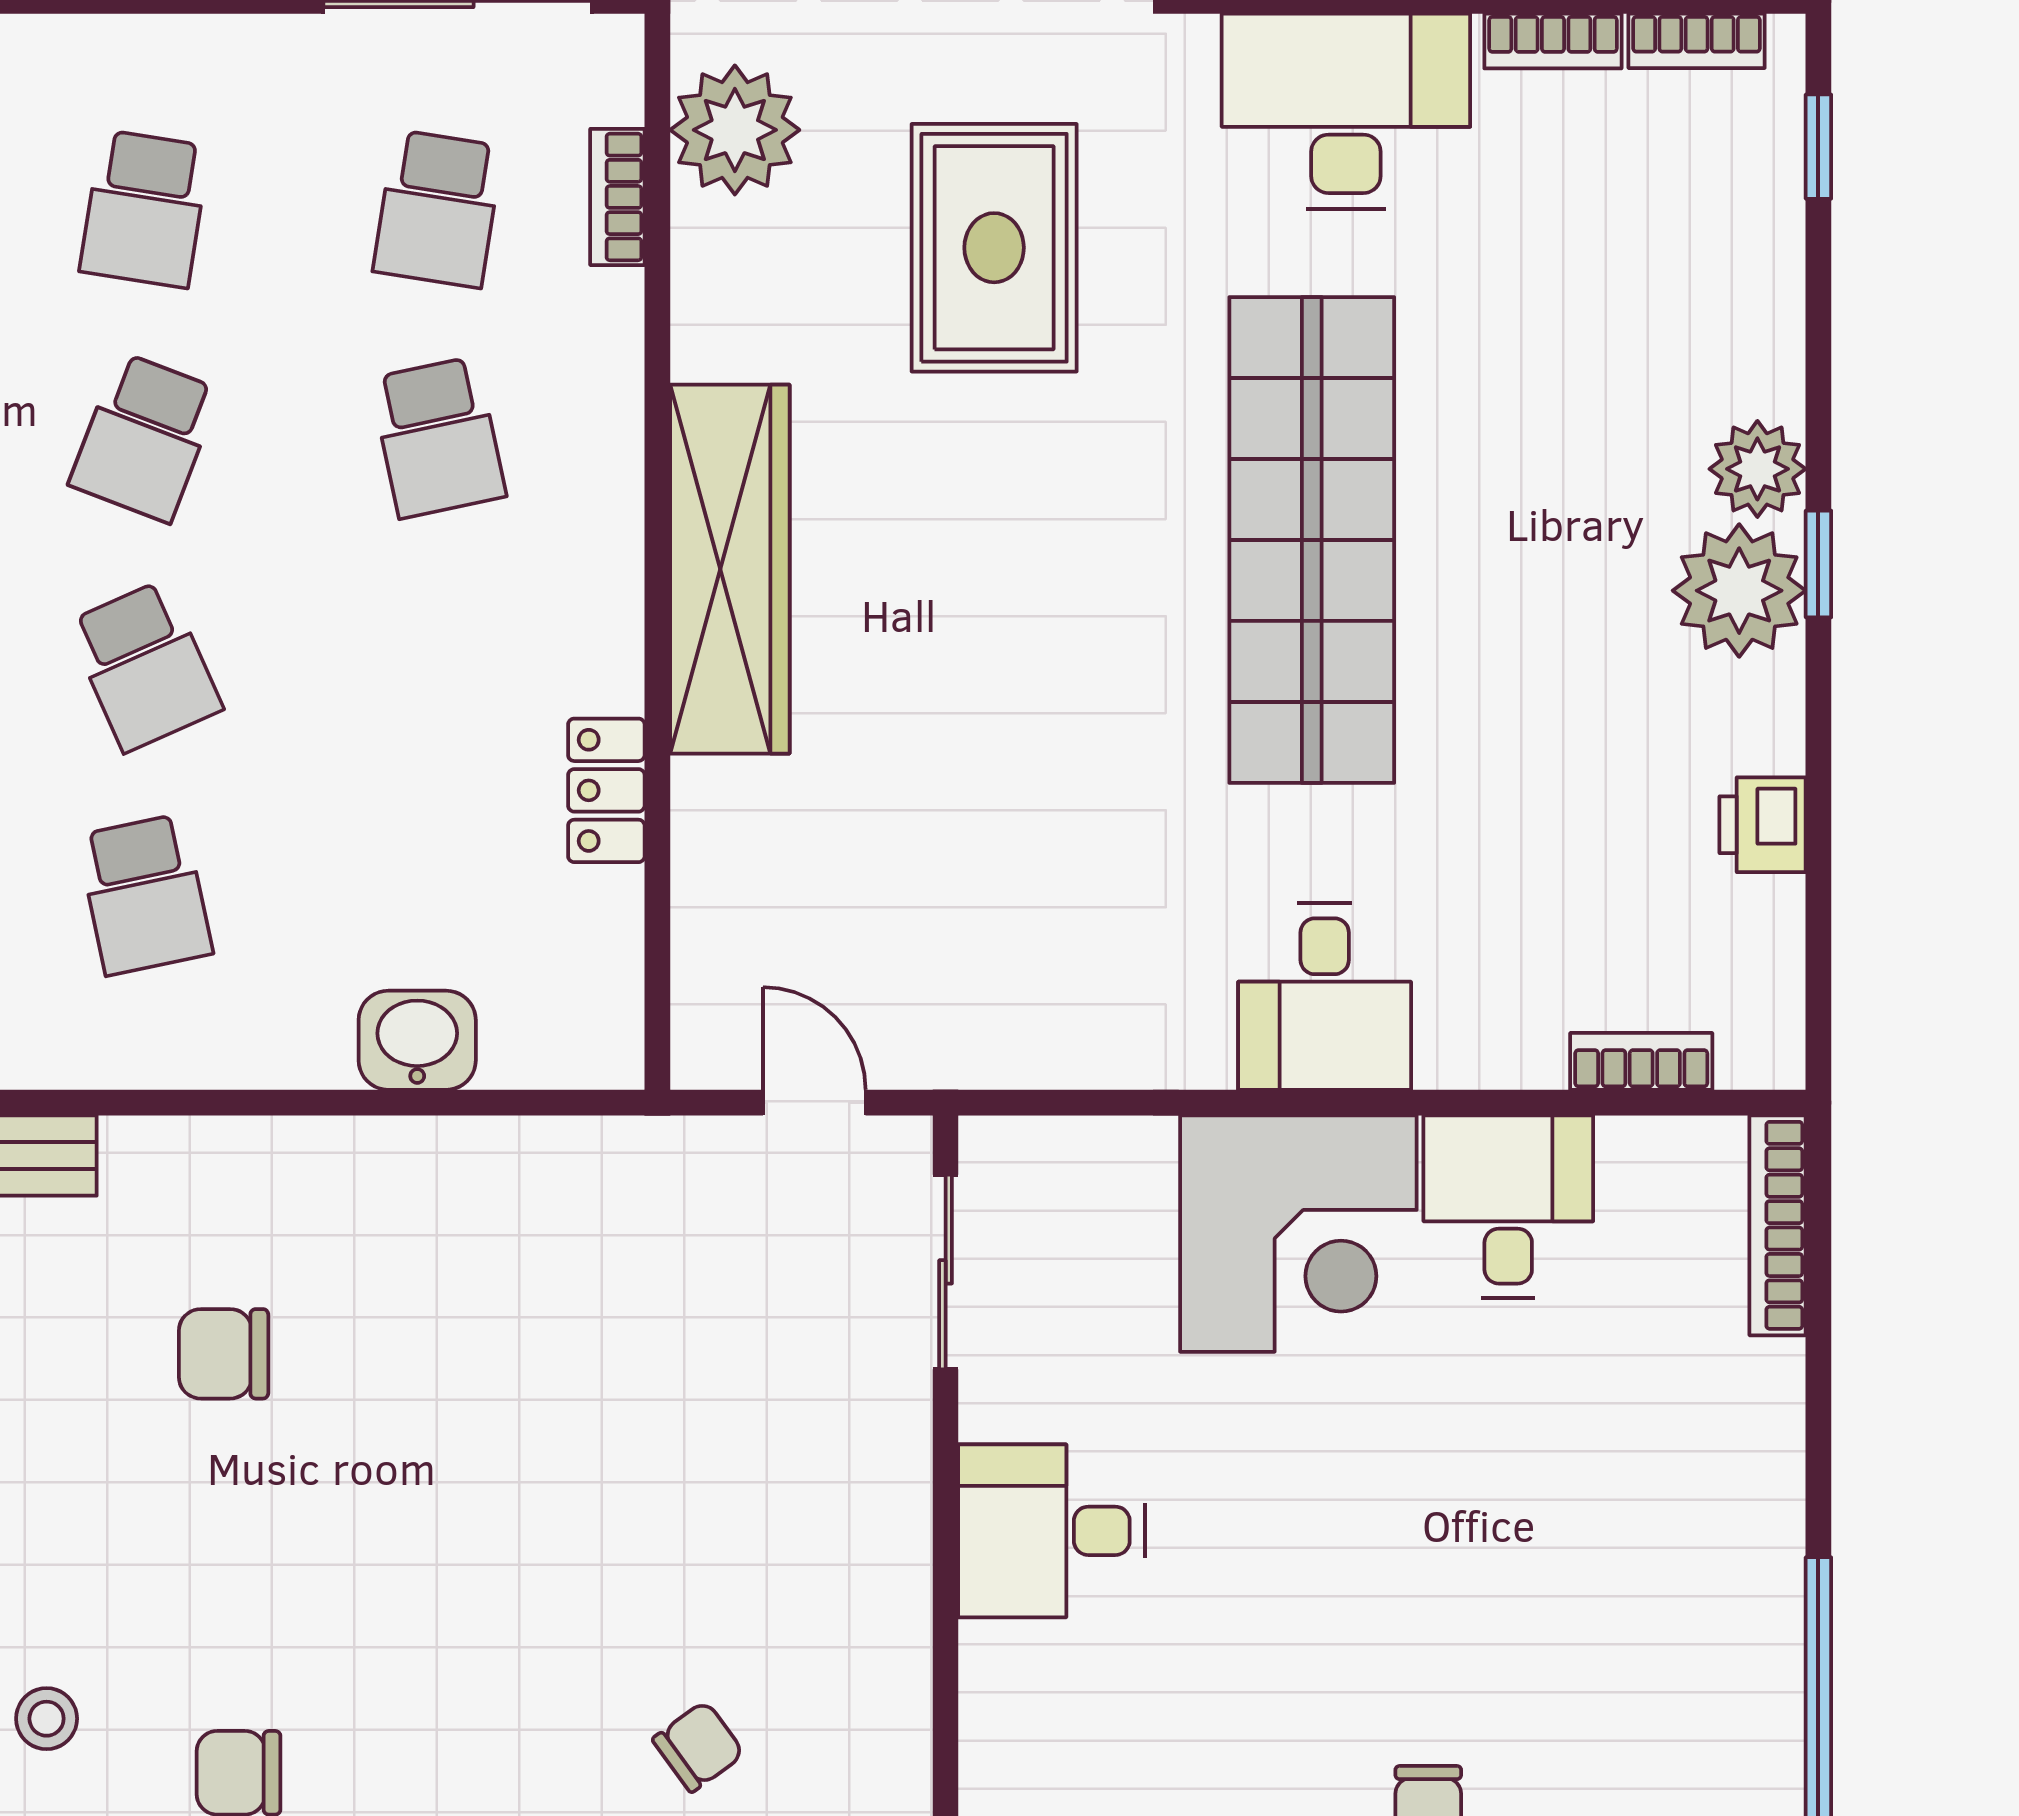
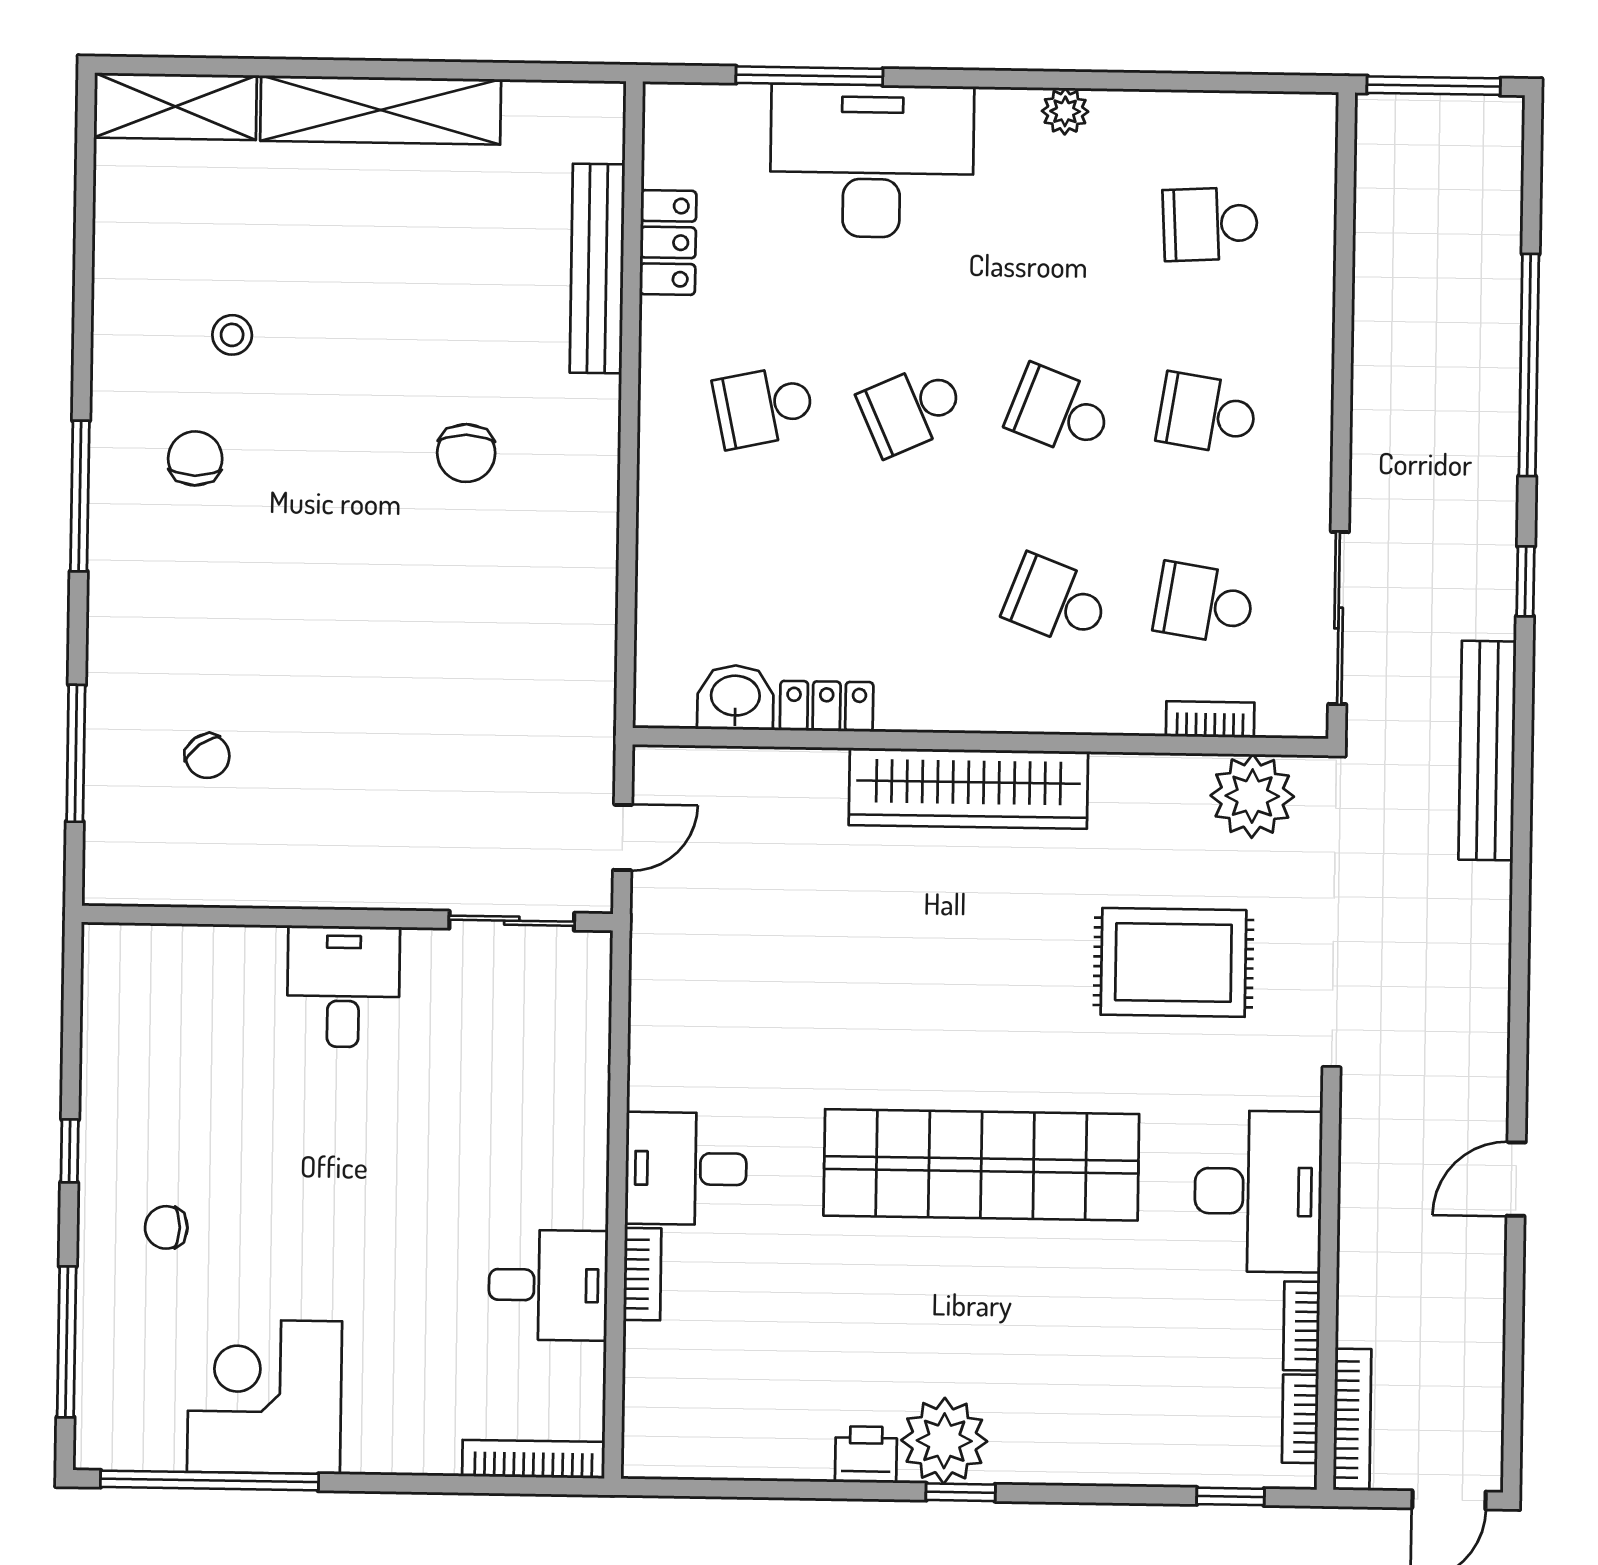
school desk: (438, 437) -> (1056, 601), turned 33
plant: (1757, 469) -> (1023, 1454), removed
printer: (1763, 825) -> (866, 1455), moved
washbasin: (417, 1040) -> (735, 698), moved, turned -90
bookcase: (1641, 1061) -> (642, 1274), moved
corner desk: (1298, 1234) -> (265, 1397), moved, turned 90
chair: (224, 1354) -> (466, 453), turned 180

